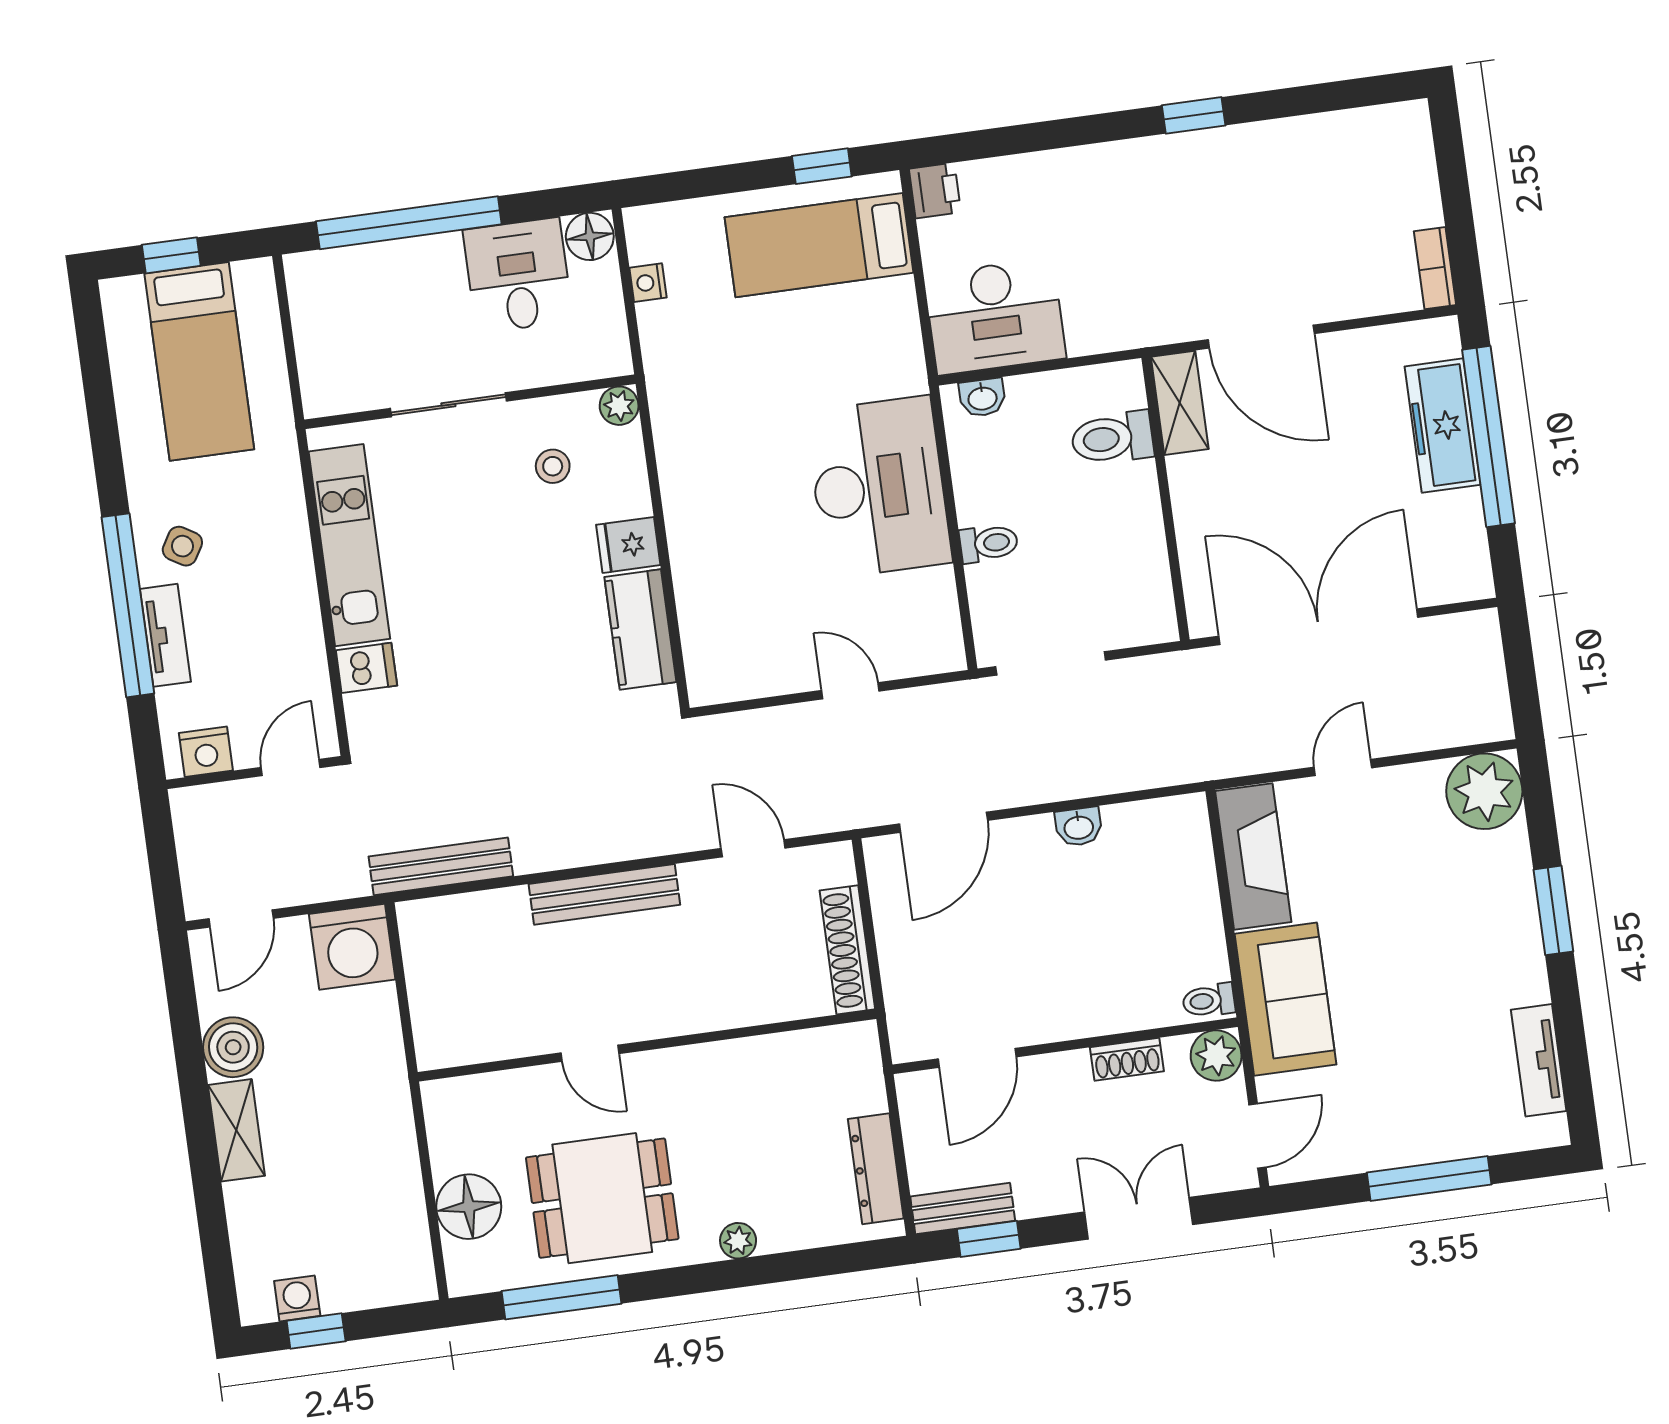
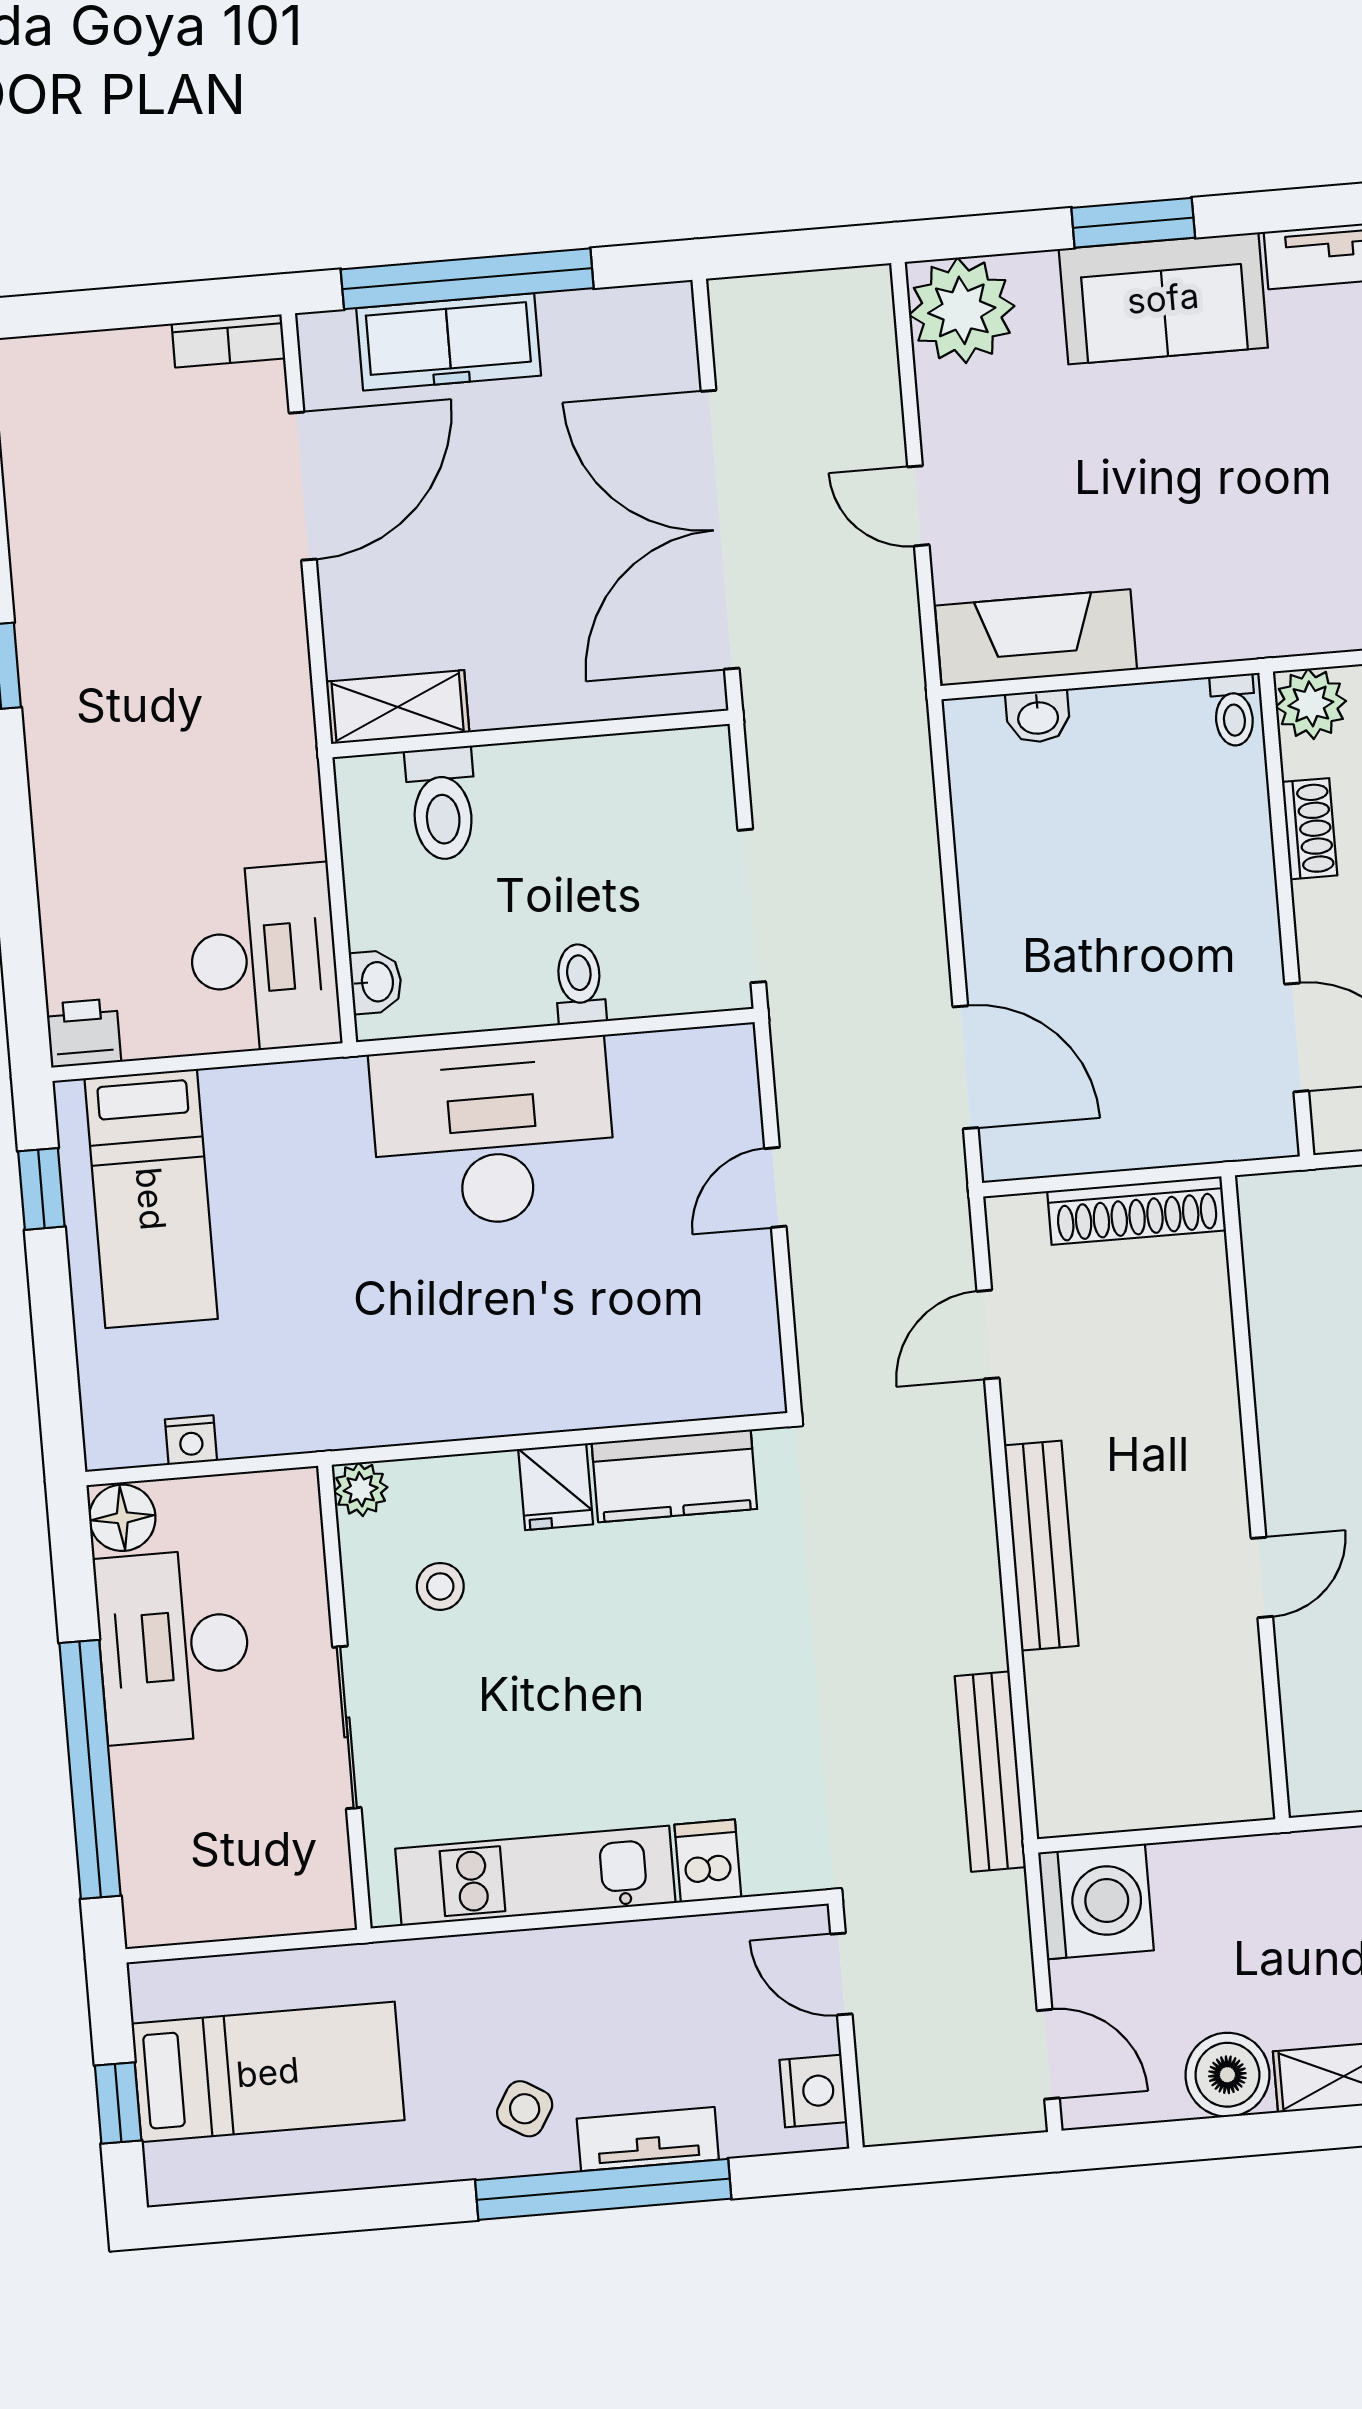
desk: (518, 275) -> (174, 1646), width x1.37
door: (1261, 337) -> (303, 486), moved
washbasin: (1079, 827) -> (1038, 716), moved, turned 90
sofa: (1285, 999) -> (1163, 298), moved, turned 180

